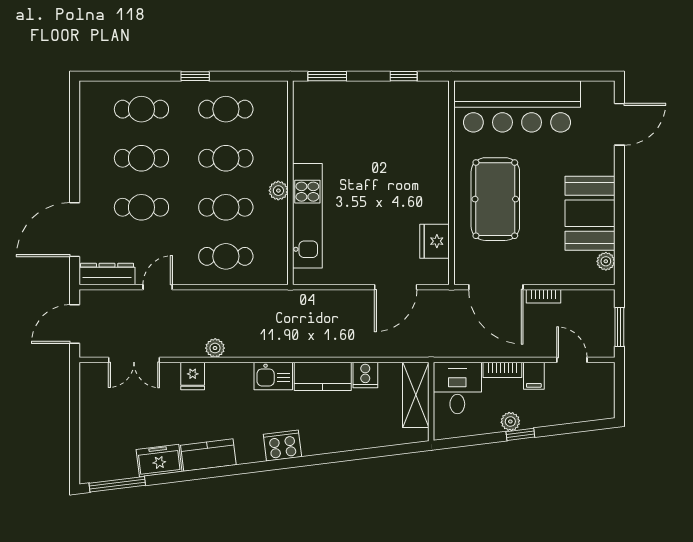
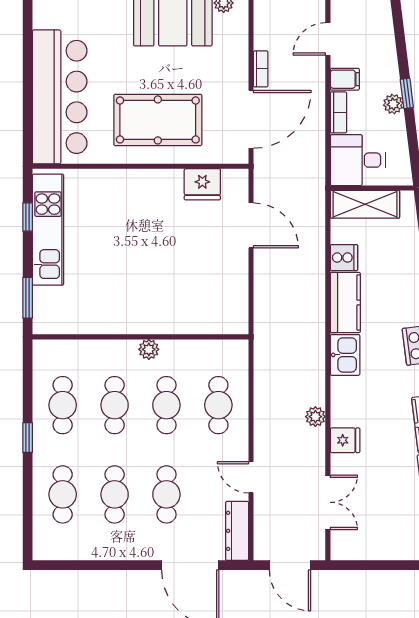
kitchen unit: (307, 216) -> (48, 230), moved, turned 90

